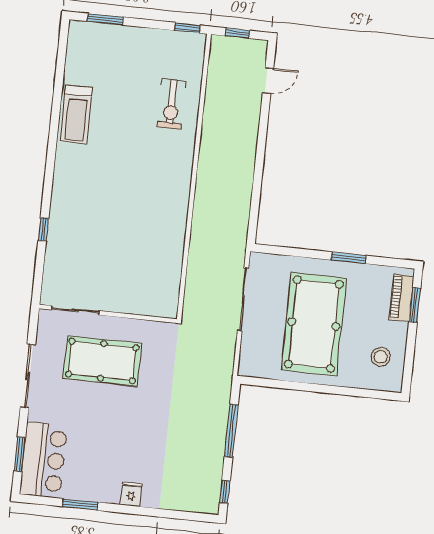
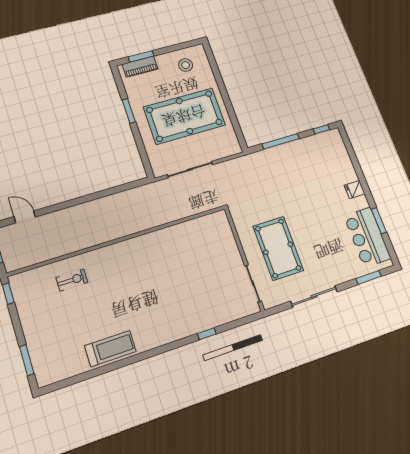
exercise bike: (171, 104) -> (72, 280), width x0.73, depth x0.72
bar counter: (43, 460) -> (367, 237), moved, turned -90

